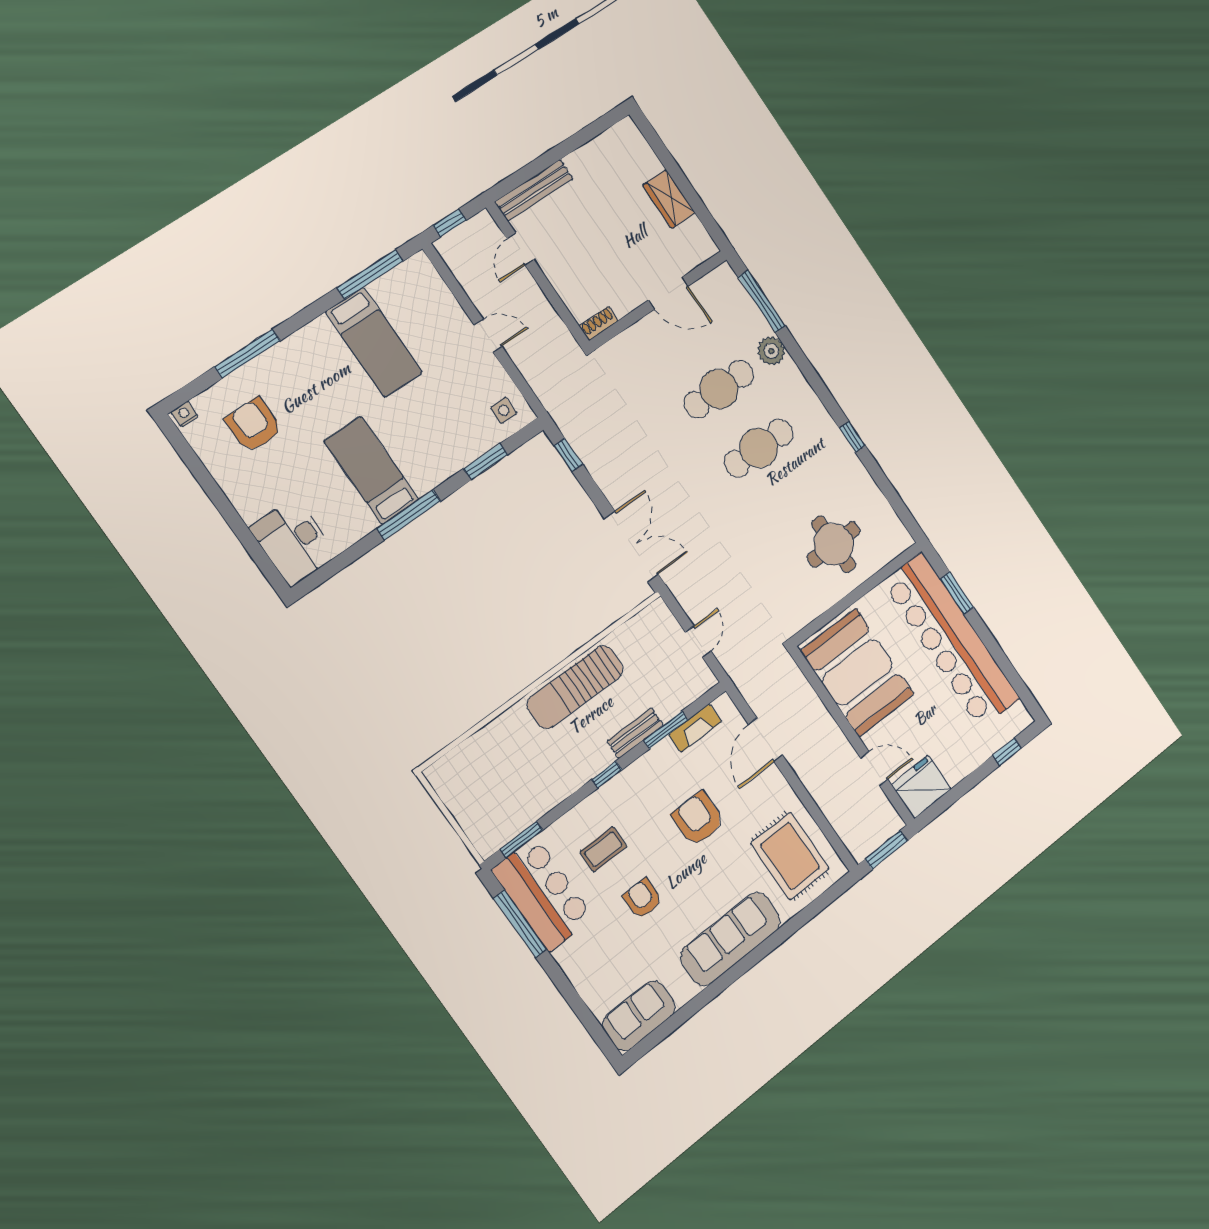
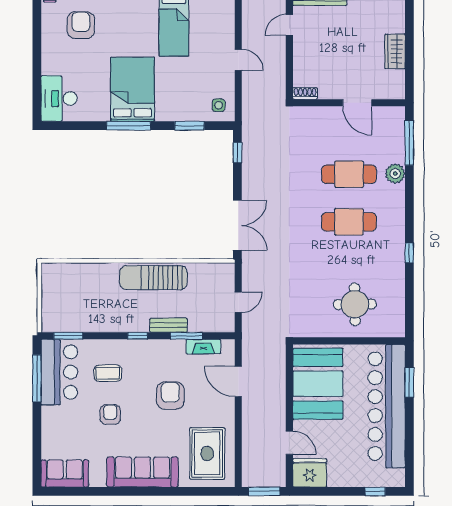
bed: (371, 470) -> (133, 89), width x1.50
door: (765, 740) -> (238, 381), hinge flipped

